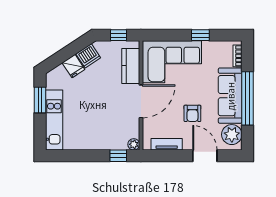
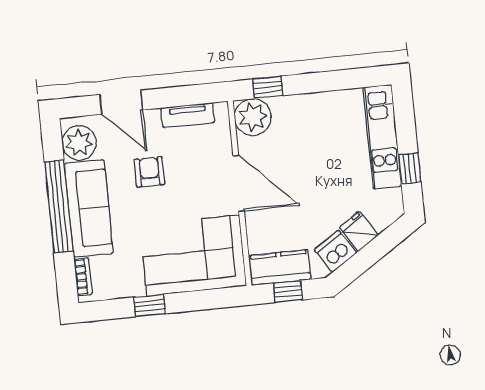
kitchen counter: (131, 66) -> (280, 268), moved, turned -90
window: (40, 100) -> (410, 168), width x0.67
door: (141, 101) -> (239, 183), swing flipped
plant: (134, 144) -> (253, 117), width x1.87, depth x1.87

